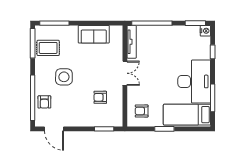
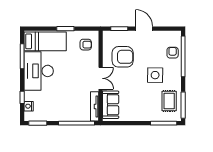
nightstand: (205, 31) -> (29, 106), moved
sofa: (94, 34) -> (111, 105), moved, turned 90
rug: (48, 48) -> (169, 101), turned 90
double door: (125, 73) -> (101, 78), swing flipped
armchair: (100, 97) -> (123, 57), width x1.88, depth x1.88
door: (54, 129) -> (144, 29), moved

